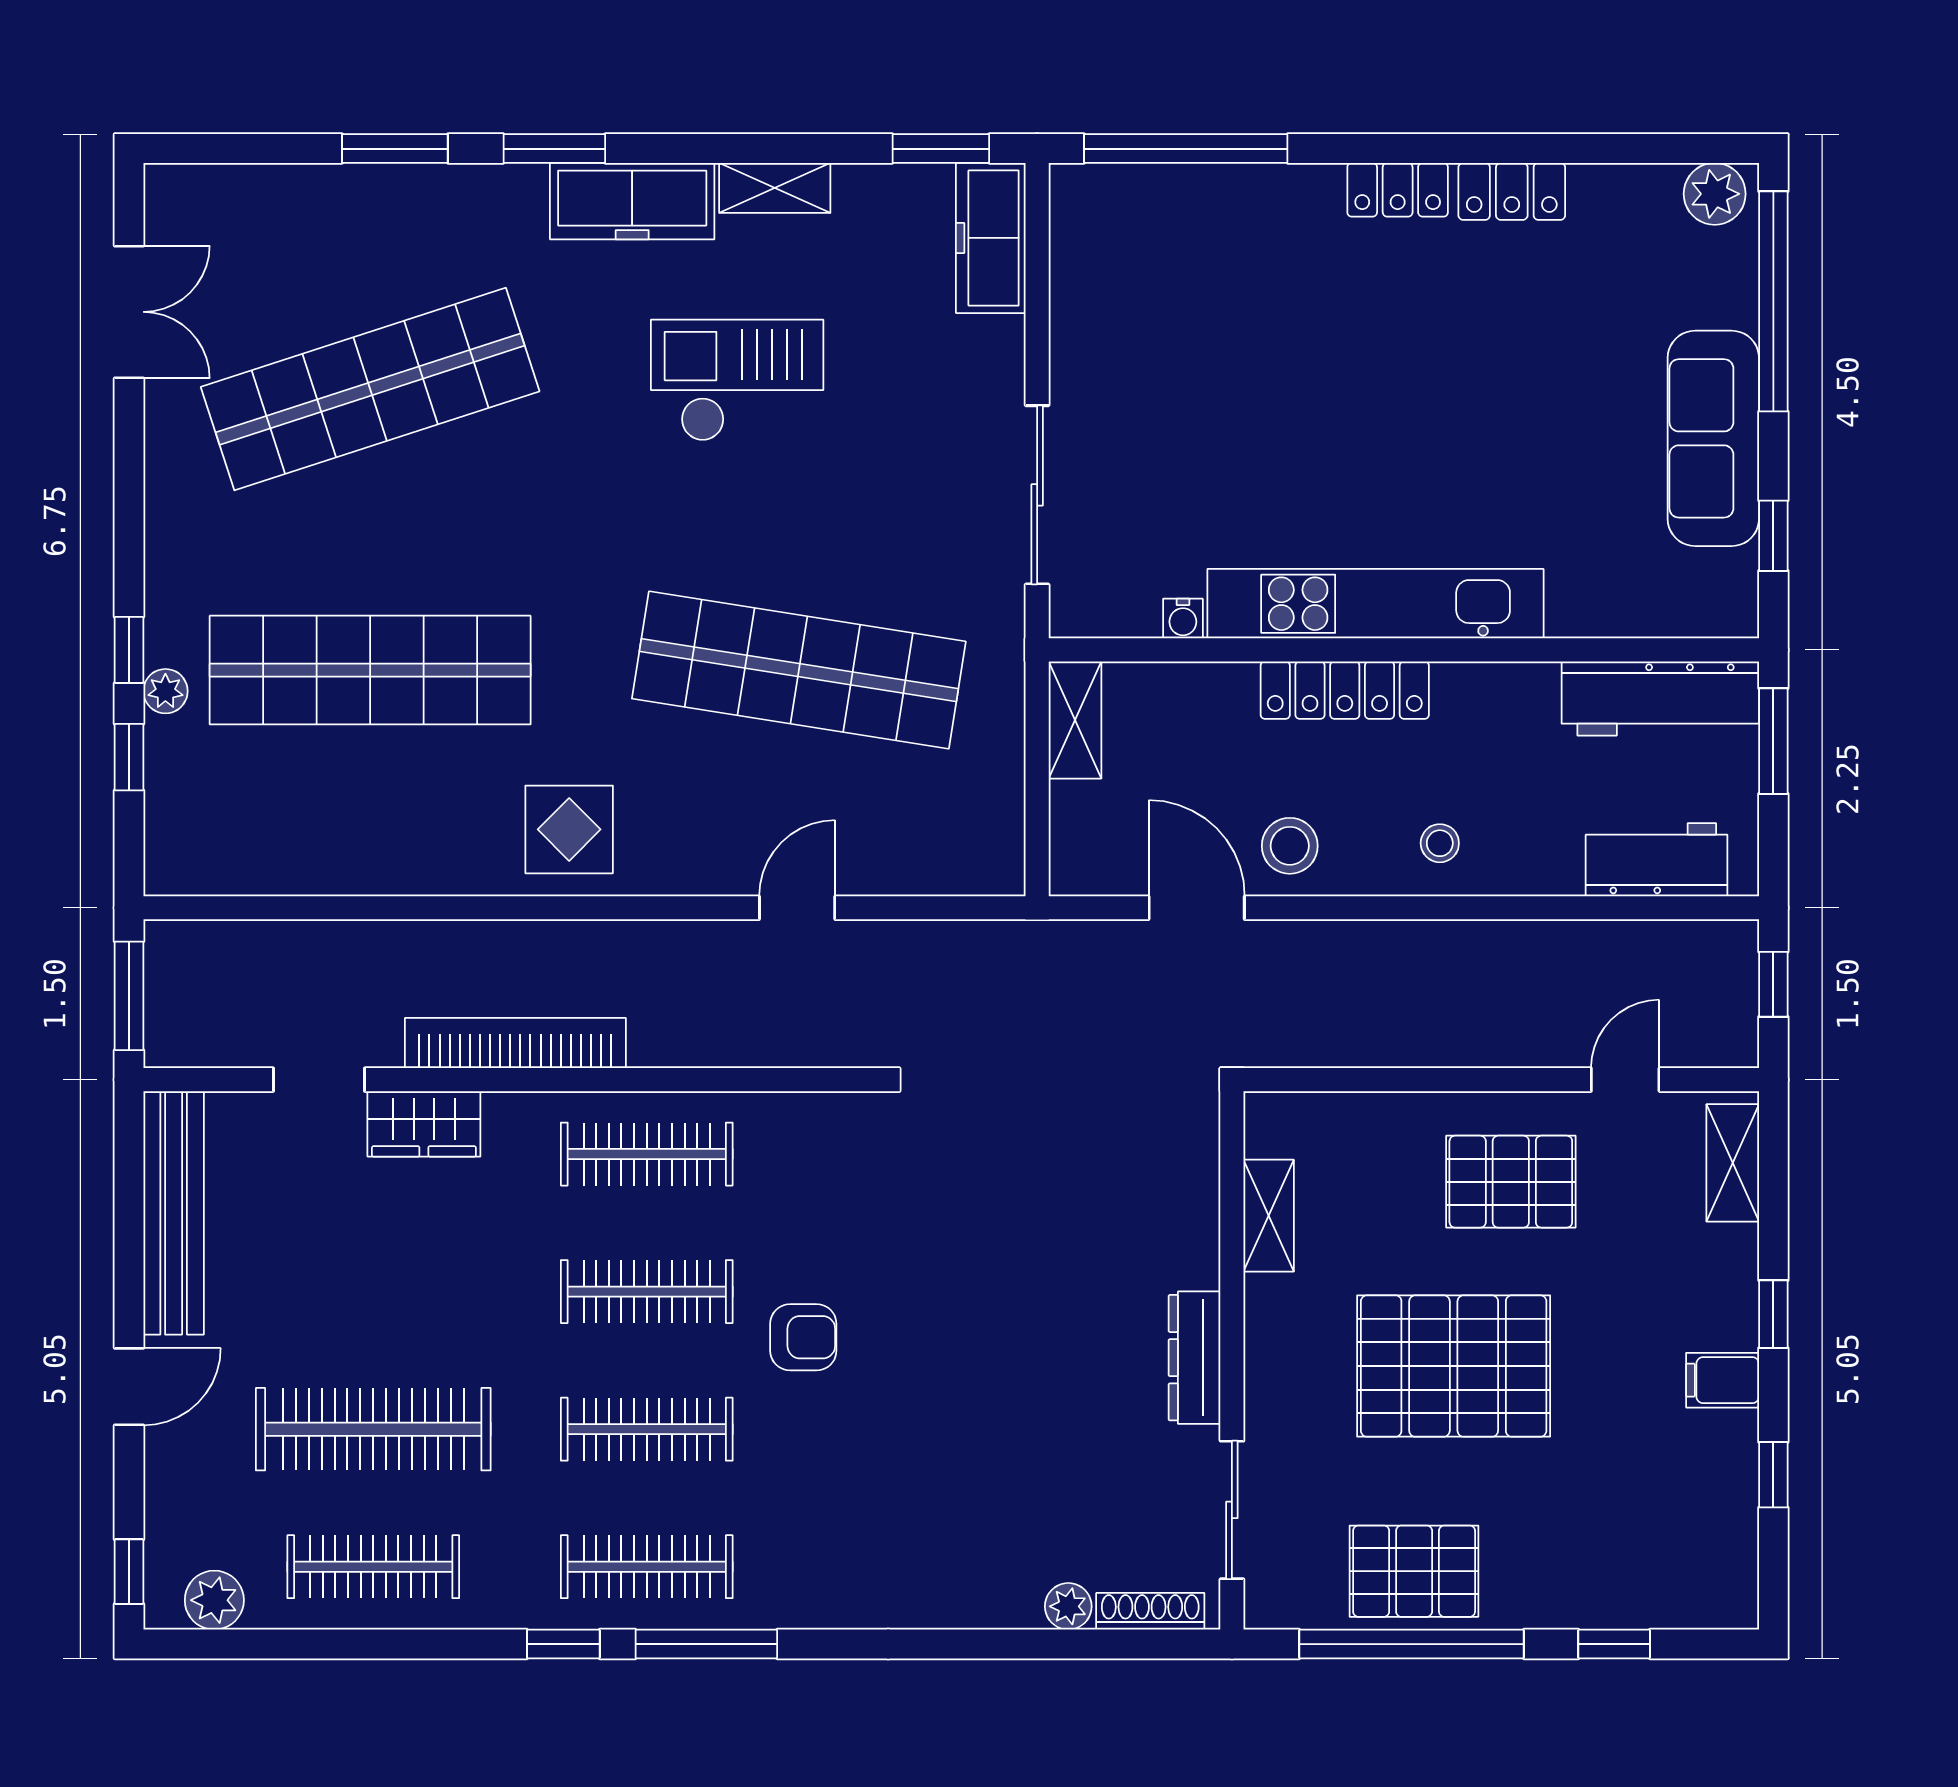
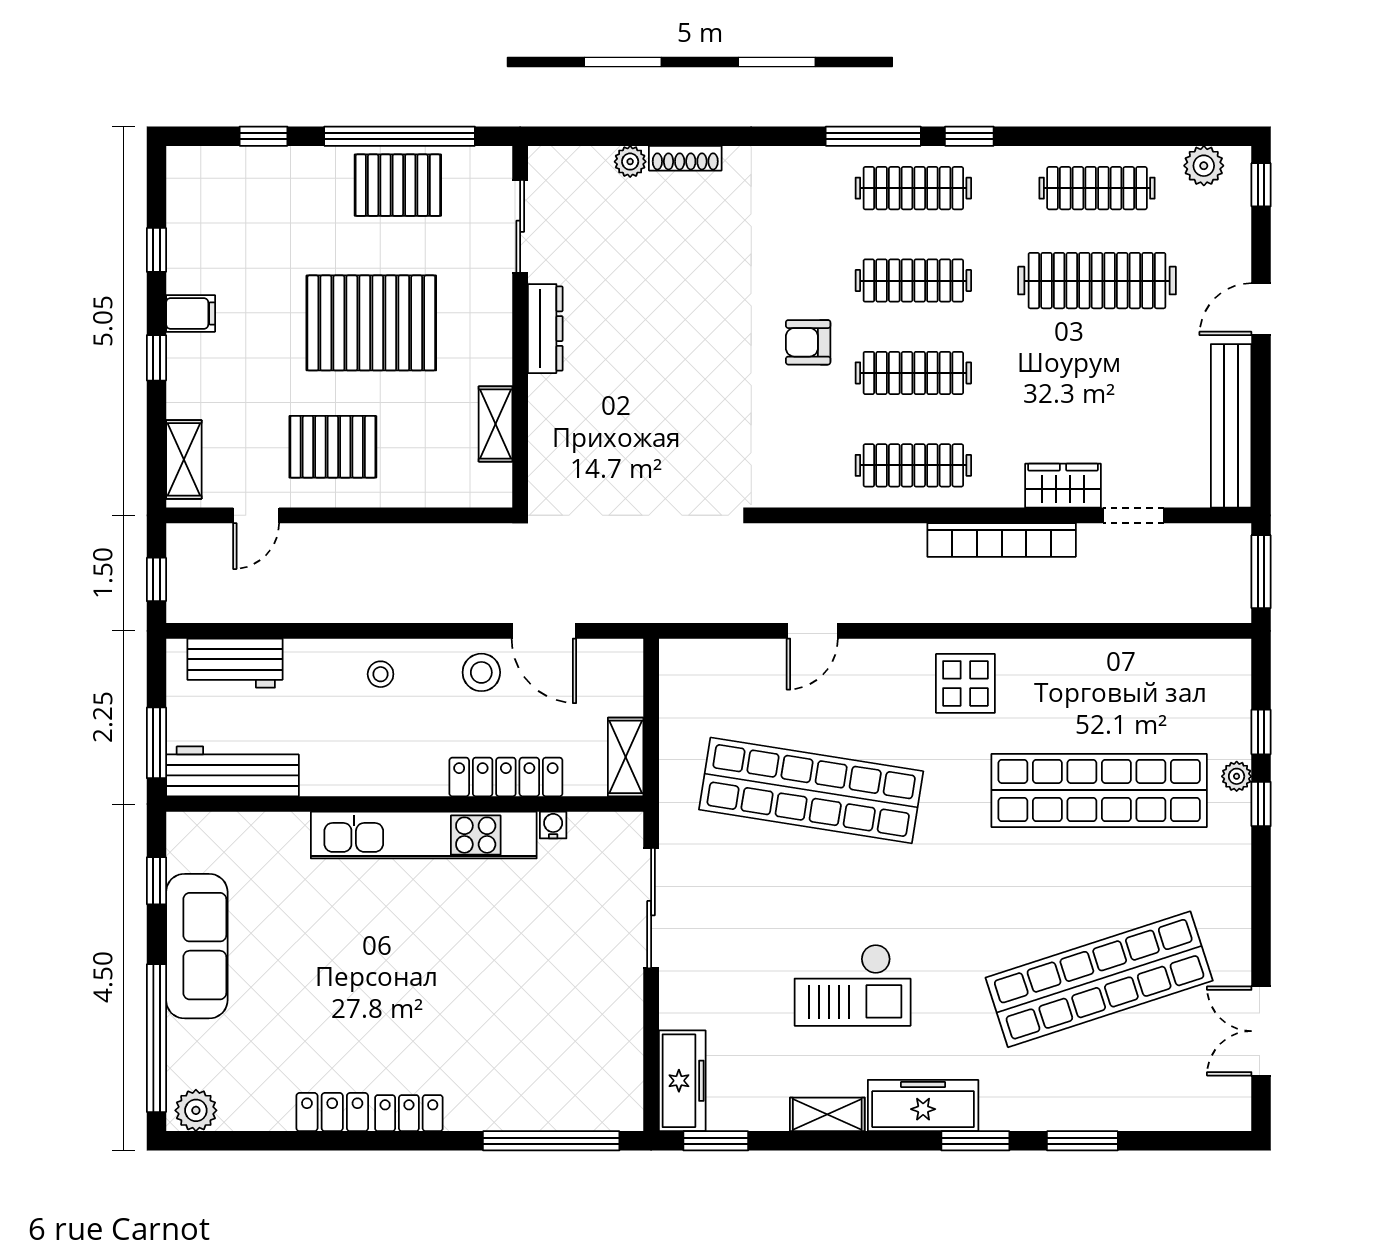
locker: (1345, 690) -> (506, 777), moved
shoe rack: (1150, 1611) -> (685, 158), moved

